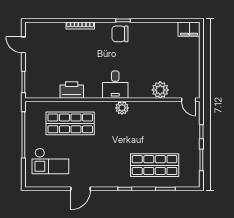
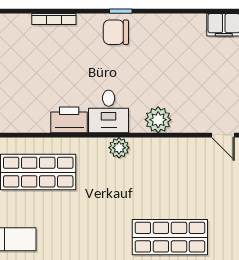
printer: (72, 90) -> (69, 120), moved
plant: (160, 90) -> (158, 120), moved

